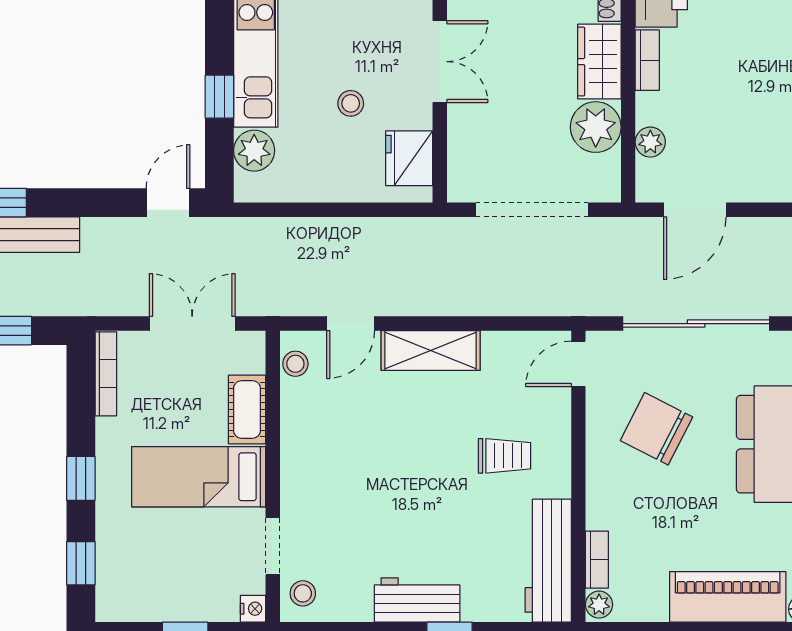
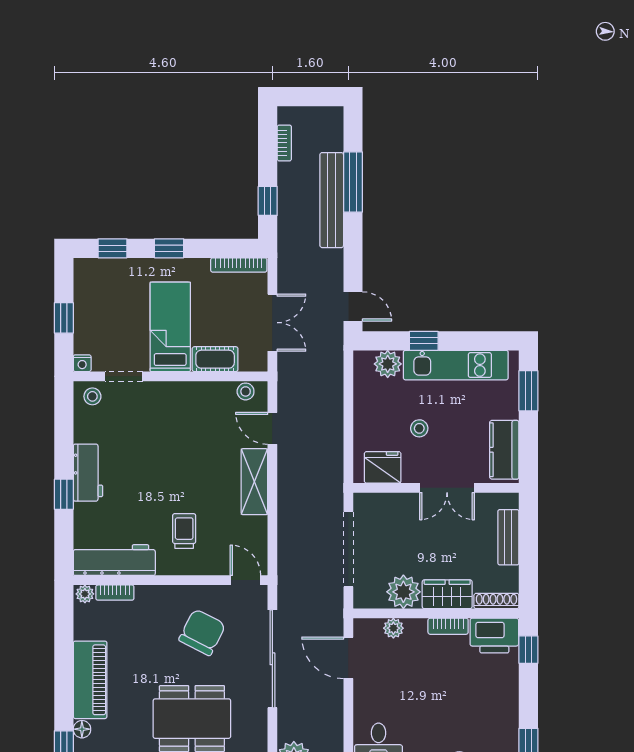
trolley: (505, 456) -> (184, 531), turned 180

